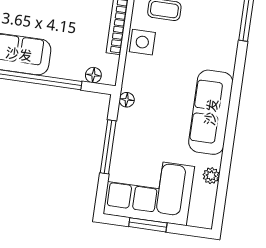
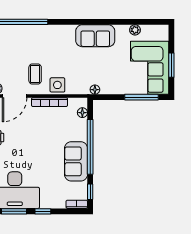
sofa: (211, 112) -> (95, 36), width x0.73
window: (108, 147) -> (142, 97), moved

